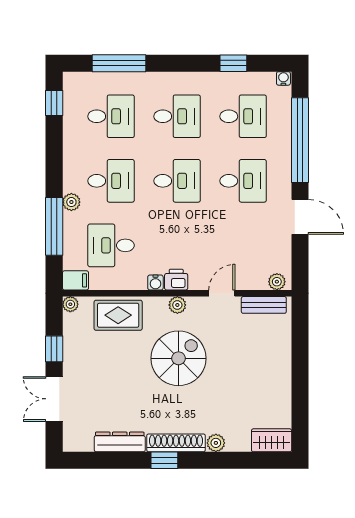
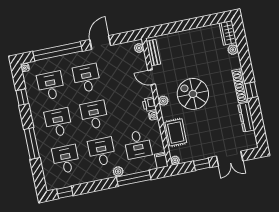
window: (119, 63) -> (32, 143), moved
plant: (216, 443) -> (233, 50), moved

